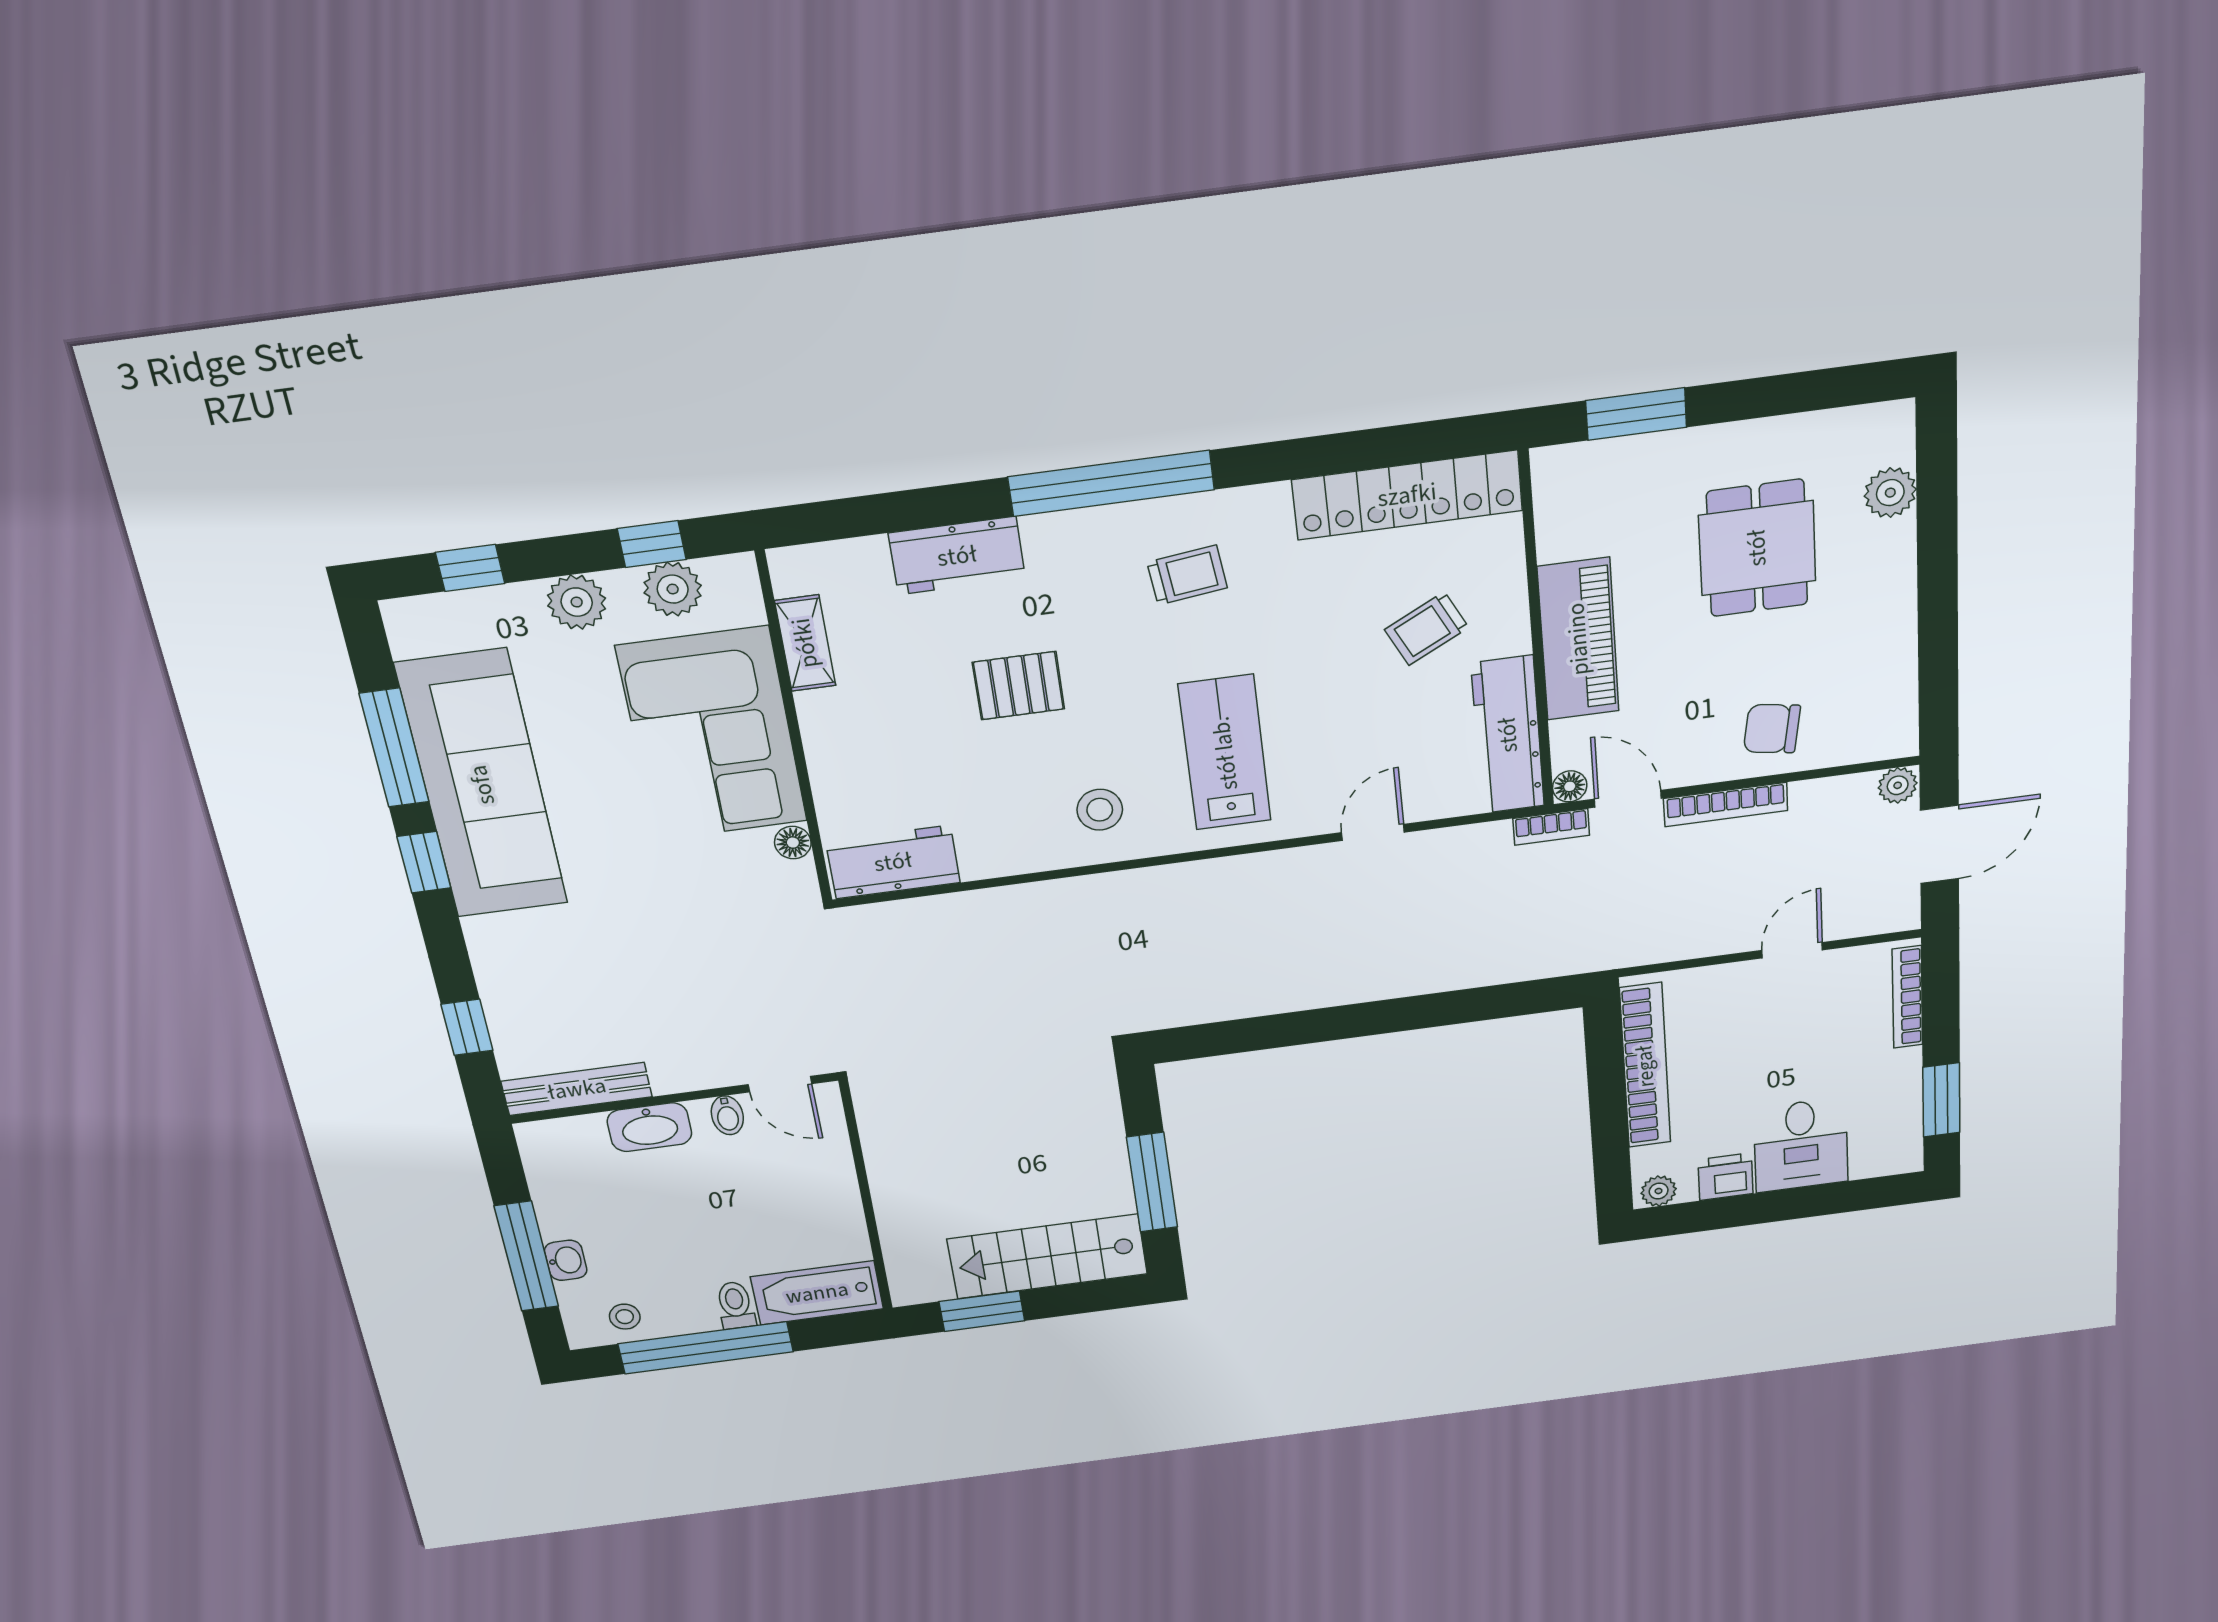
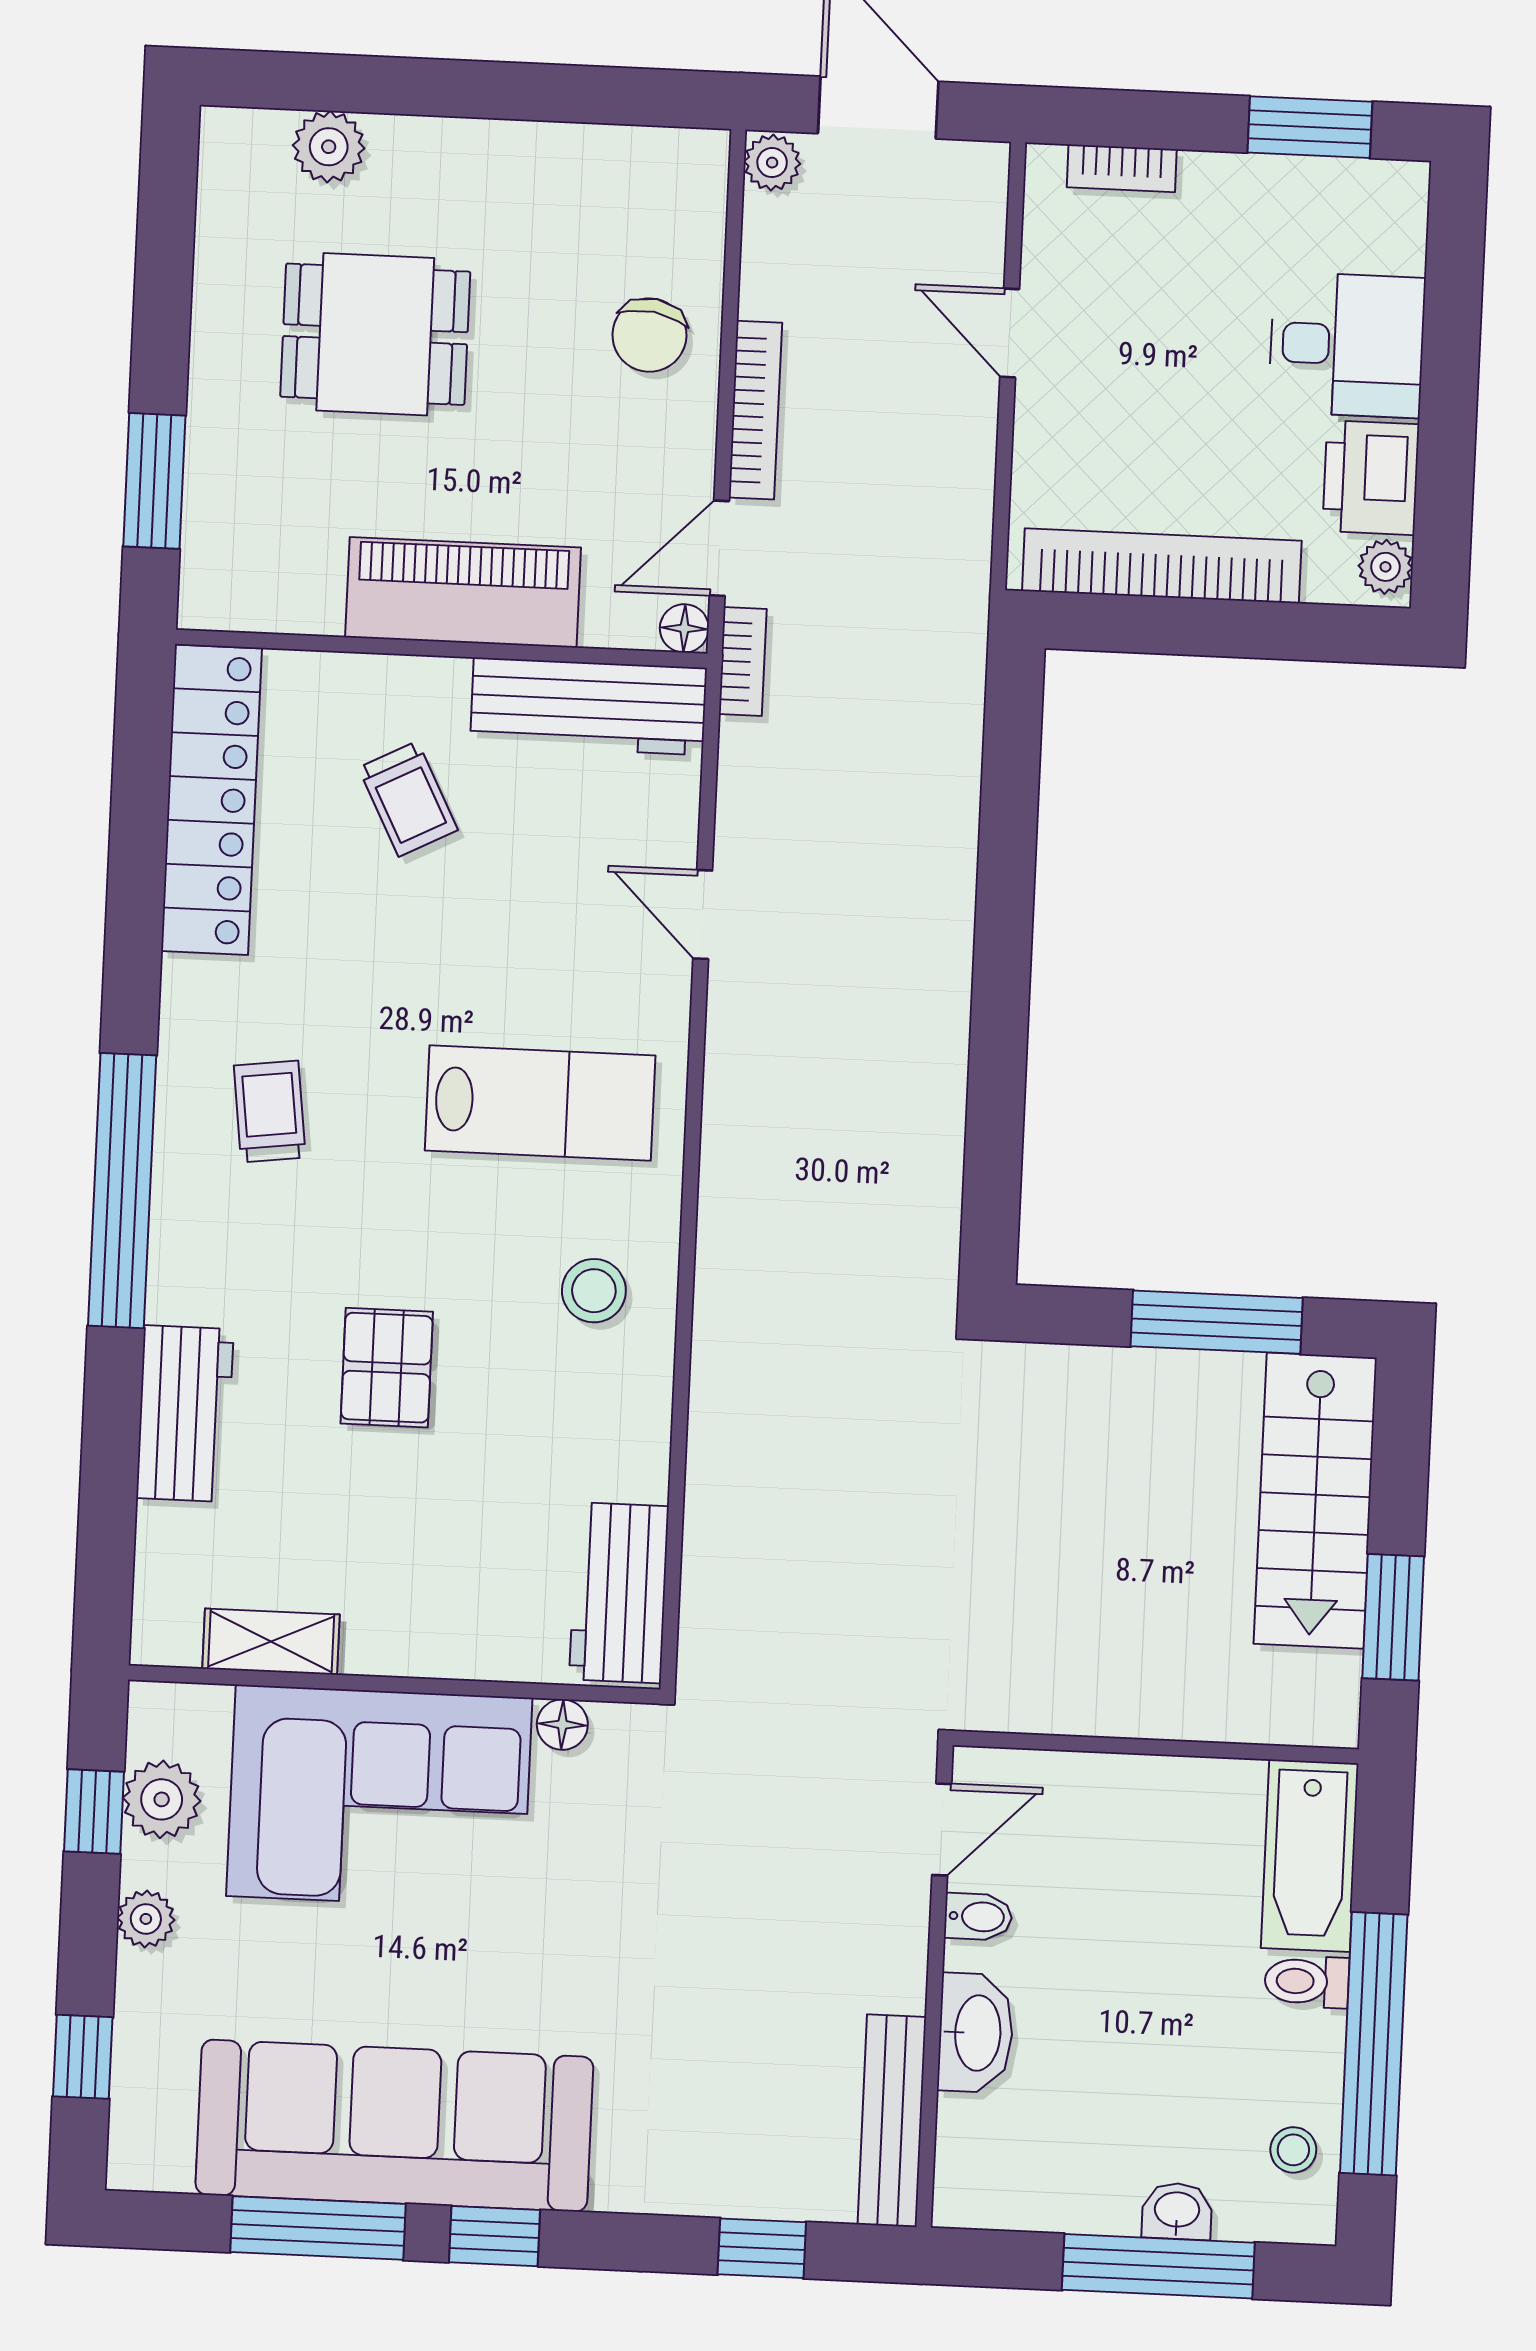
plant: (577, 602) -> (146, 1919), width x0.73, depth x0.73
lab bench: (1225, 753) -> (540, 1103), turned 180
bookcase: (1907, 997) -> (1122, 168), width x0.64
printer: (1725, 1177) -> (1371, 478), width x1.36, depth x1.24

